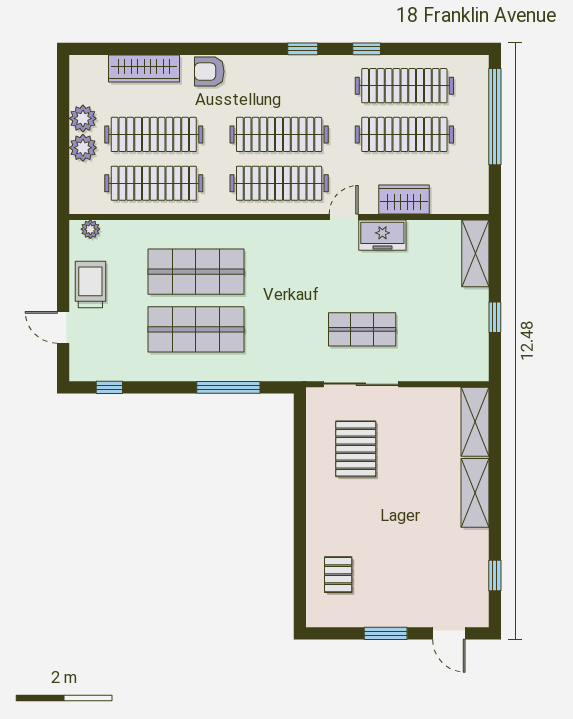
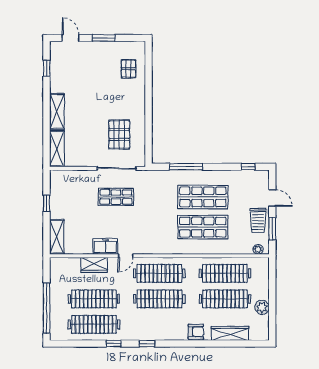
plant: (83, 148) -> (262, 292), removed
window: (63, 269) -> (272, 229), added

